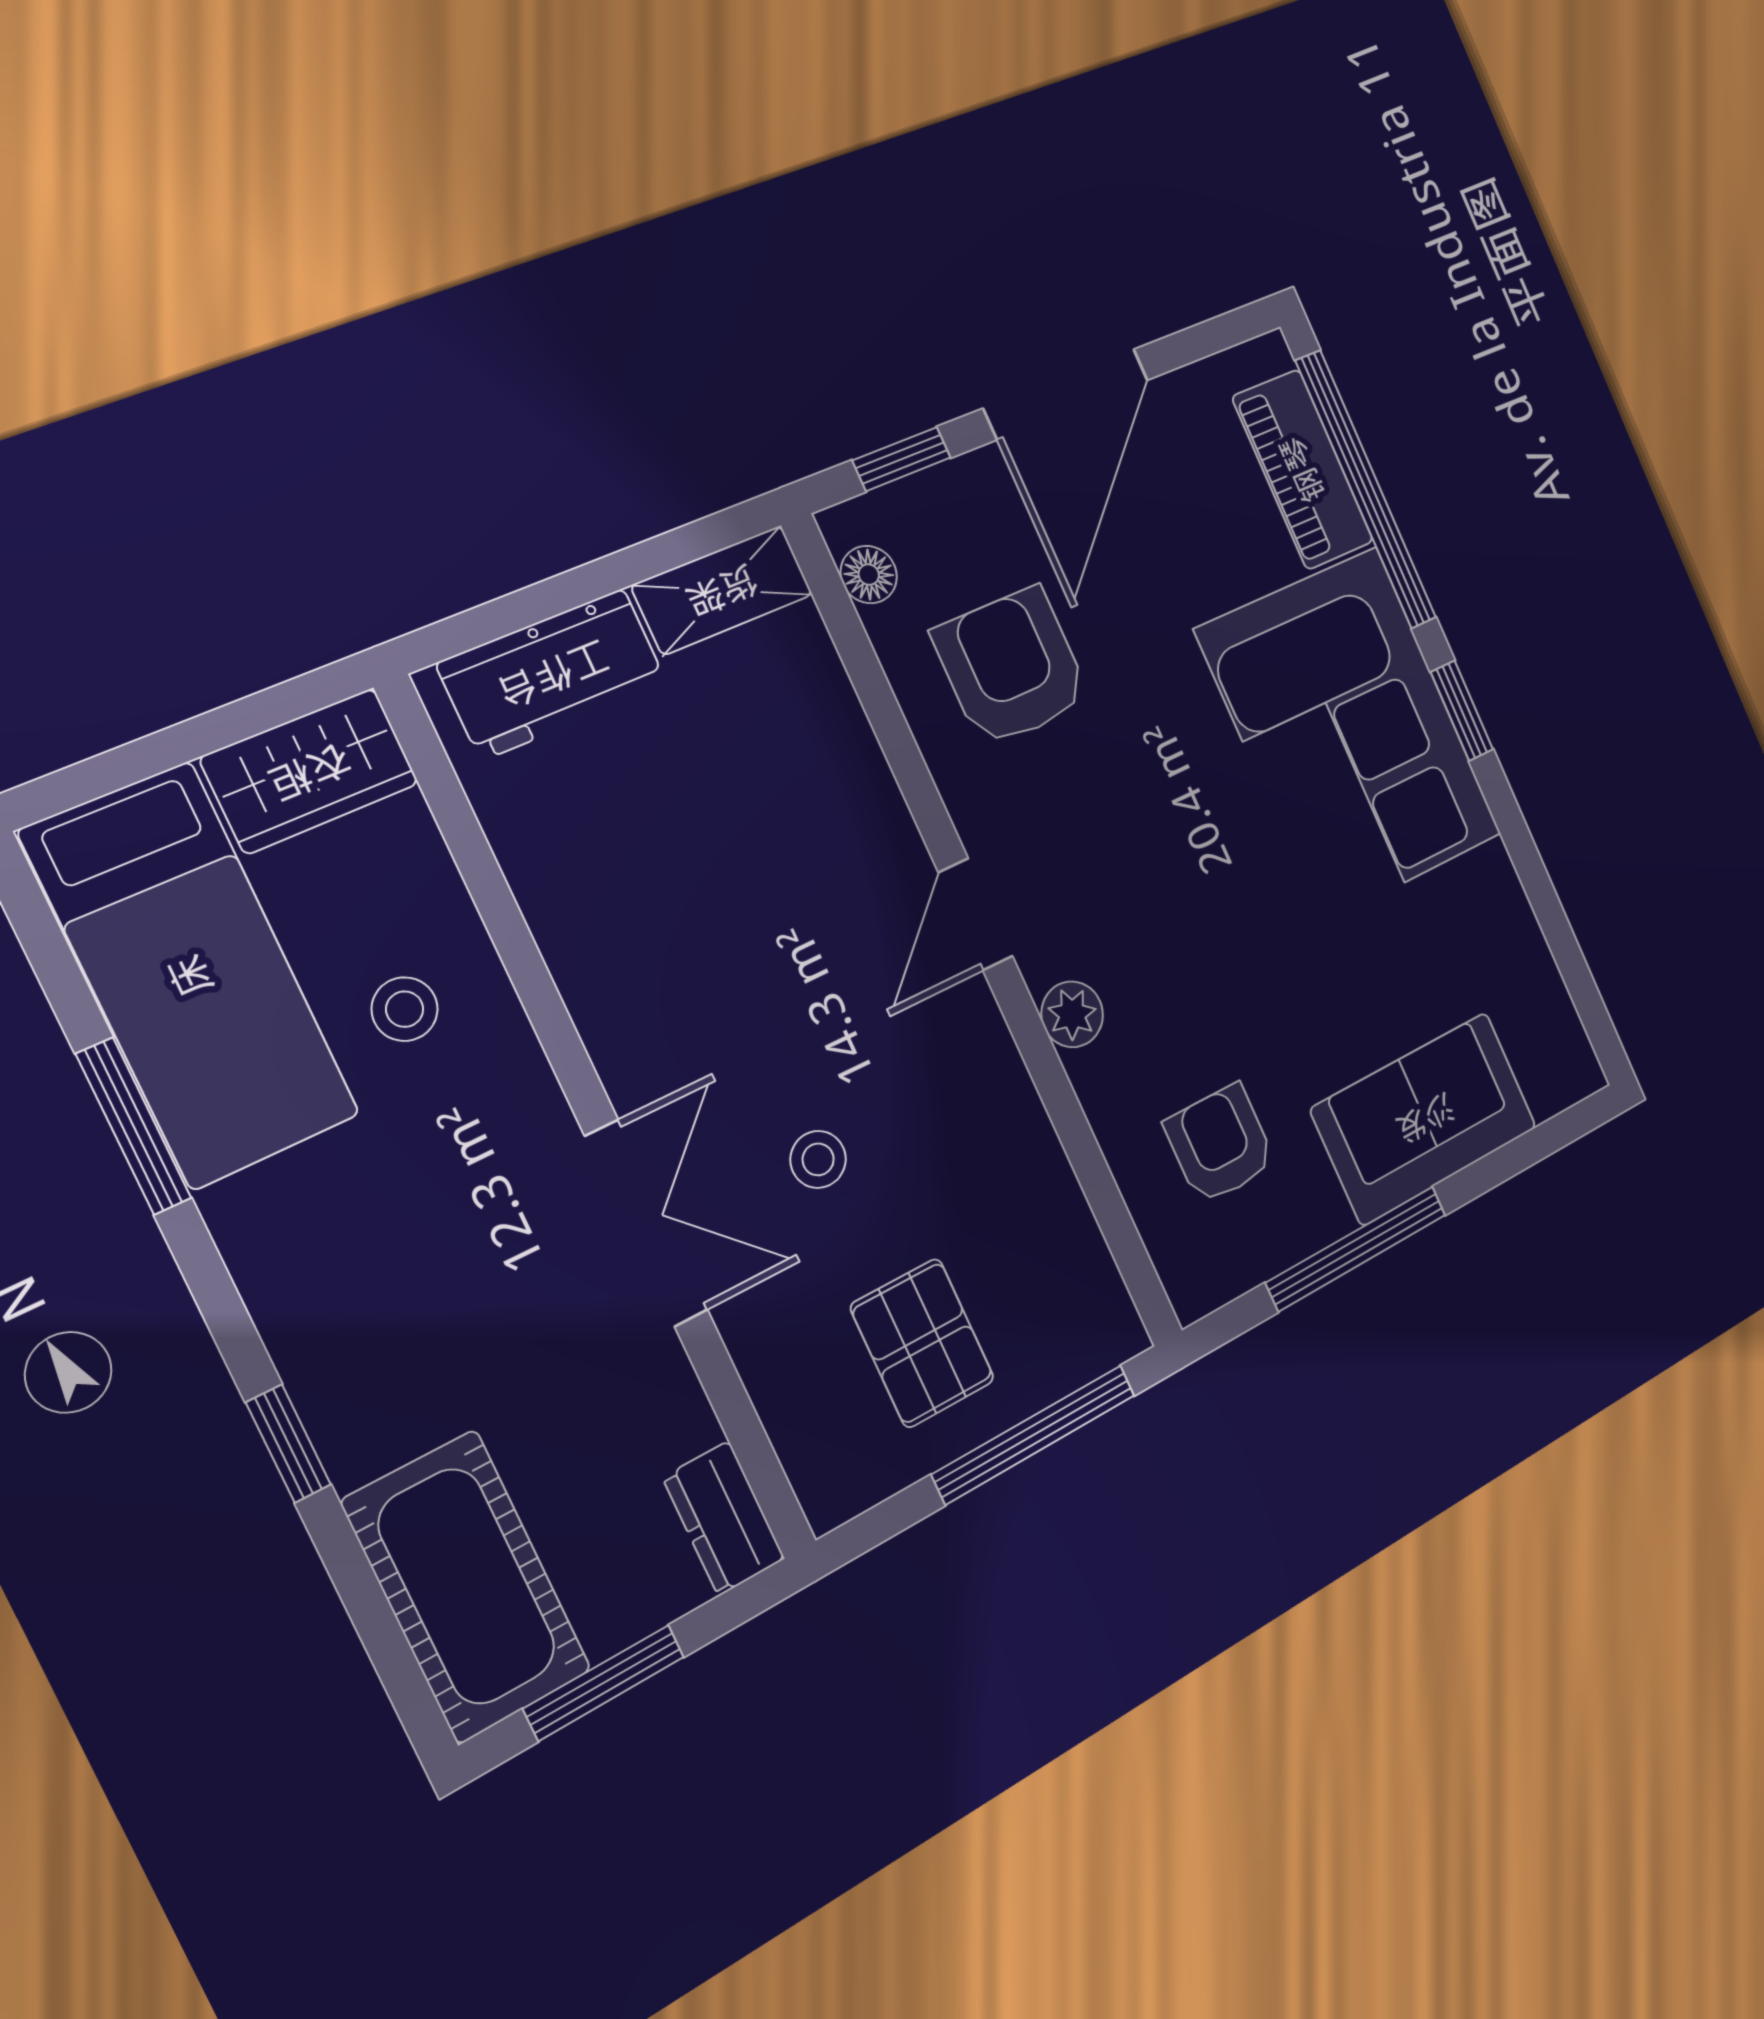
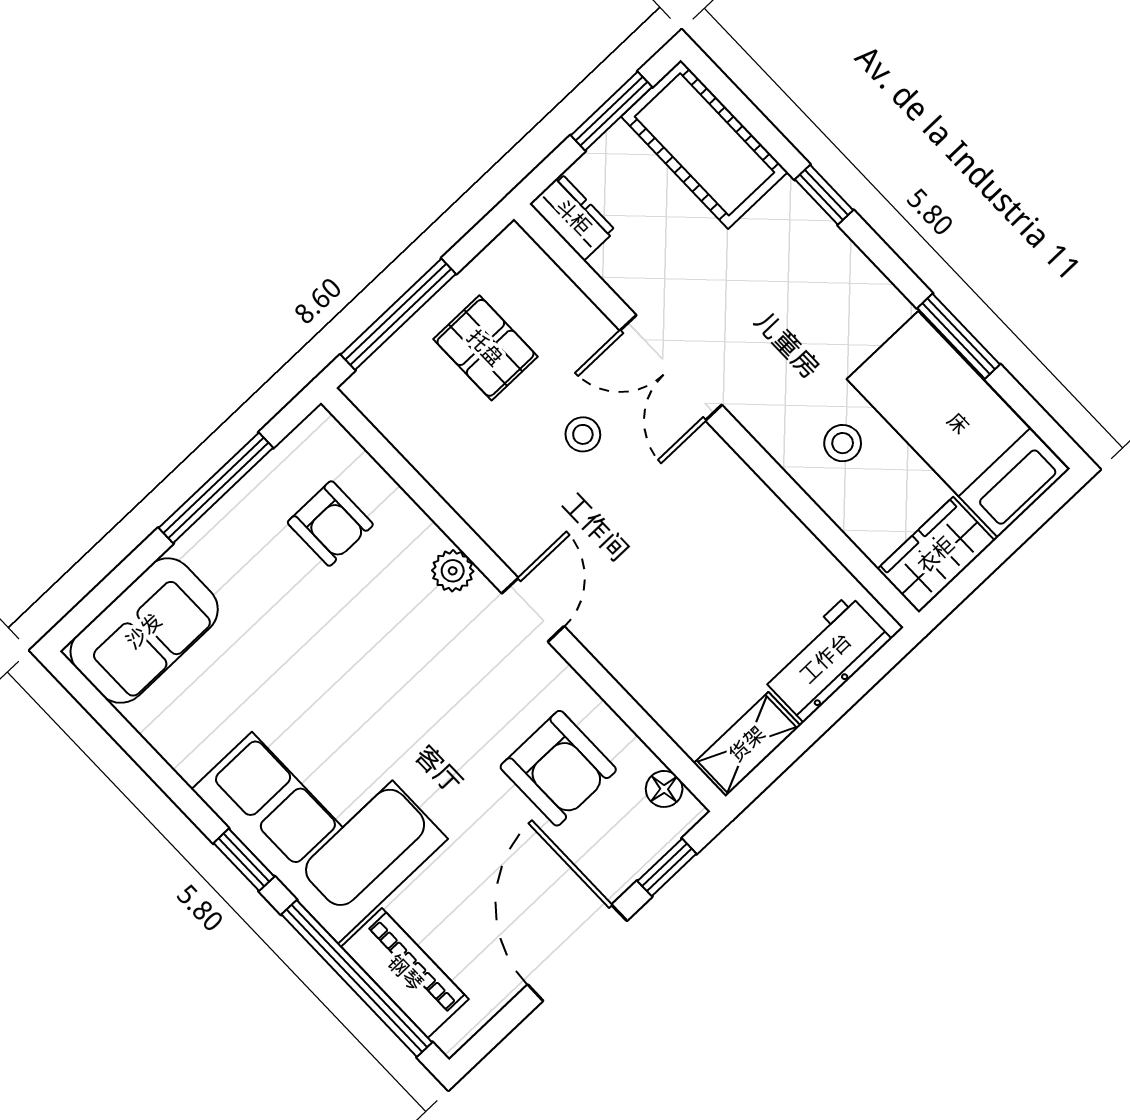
sofa: (1425, 1118) -> (144, 631), moved

